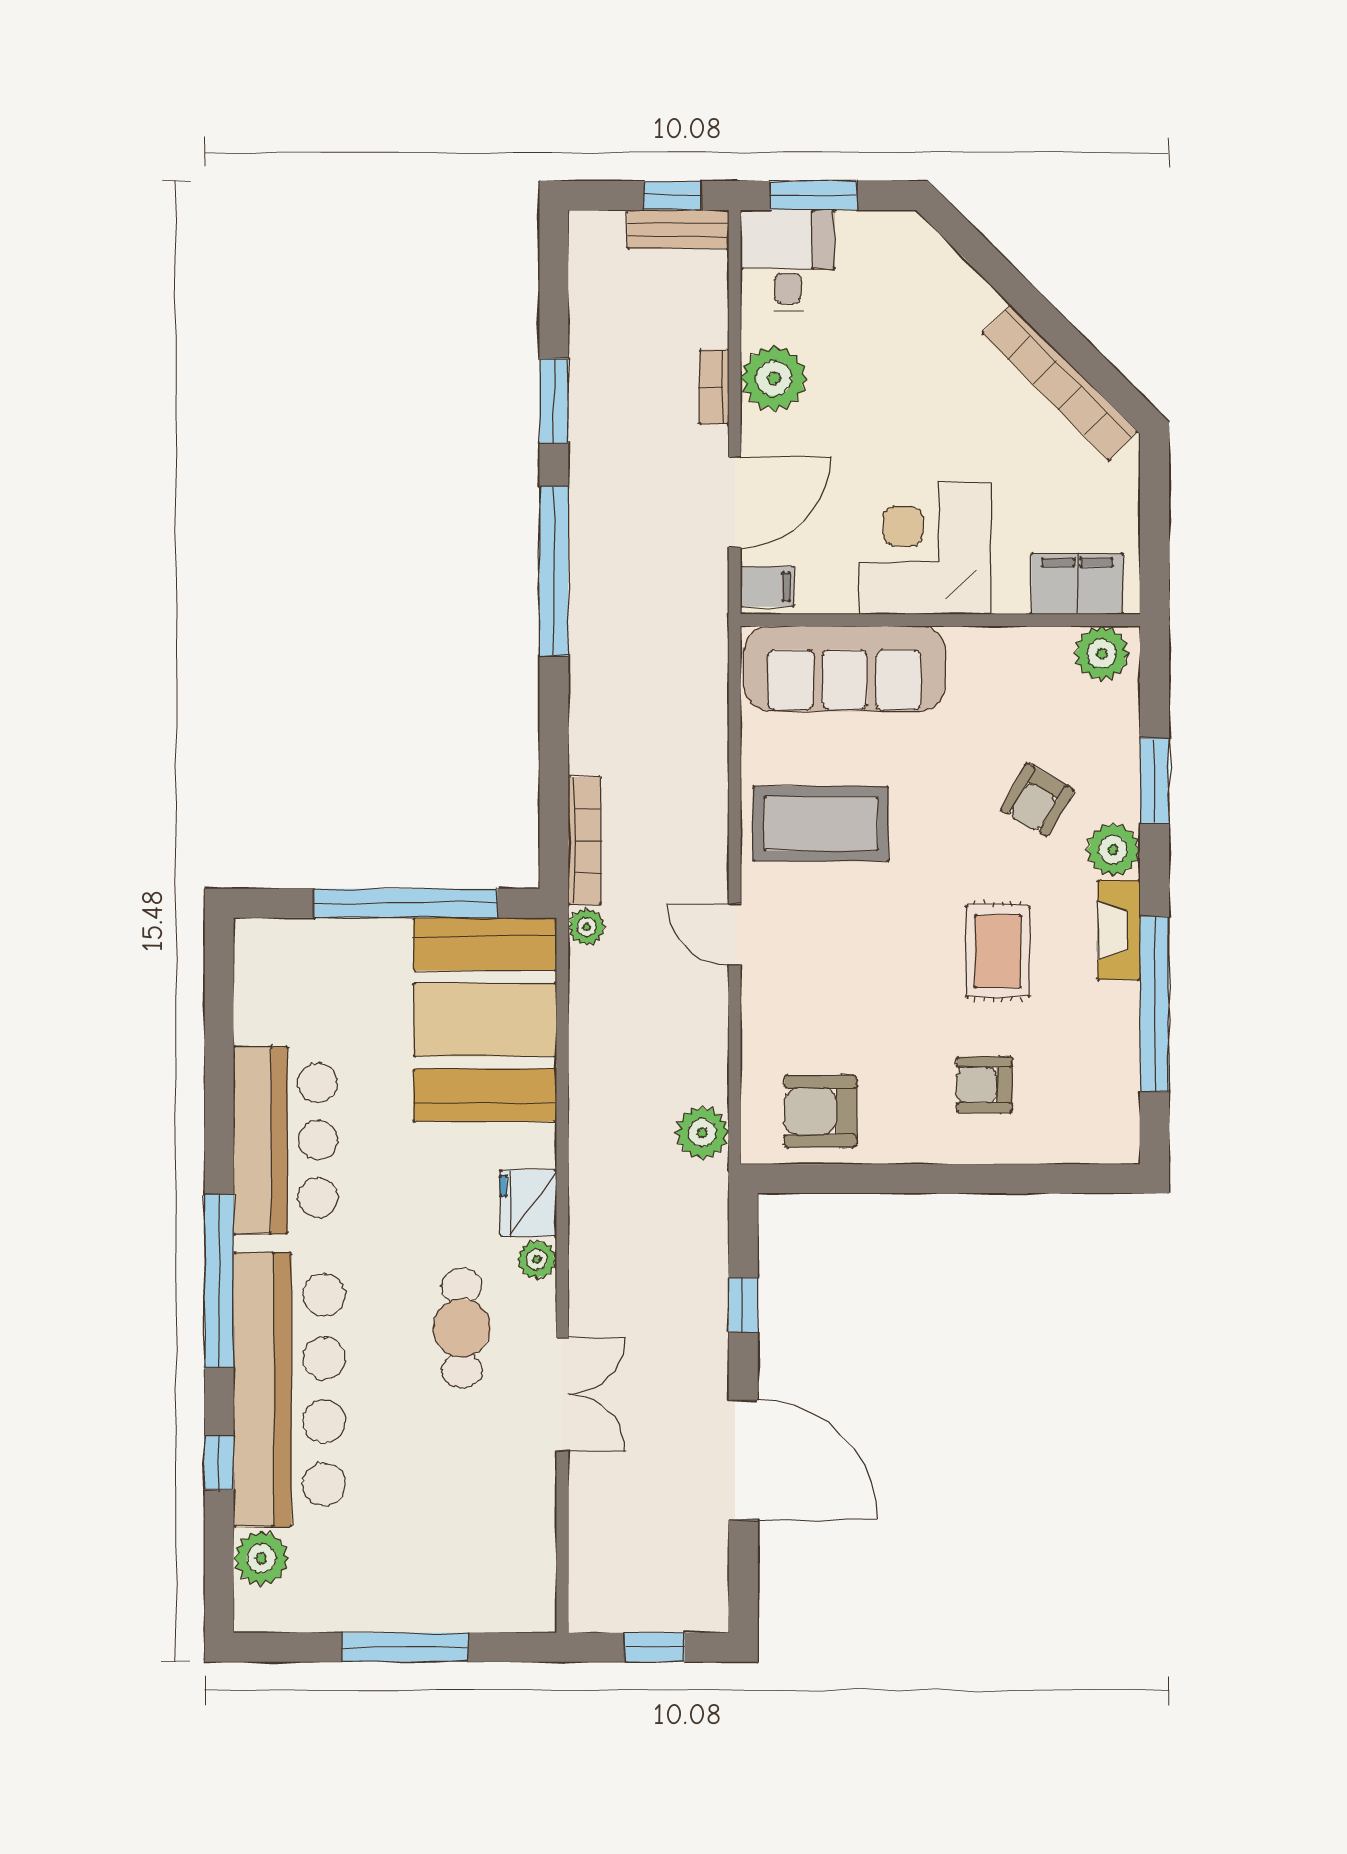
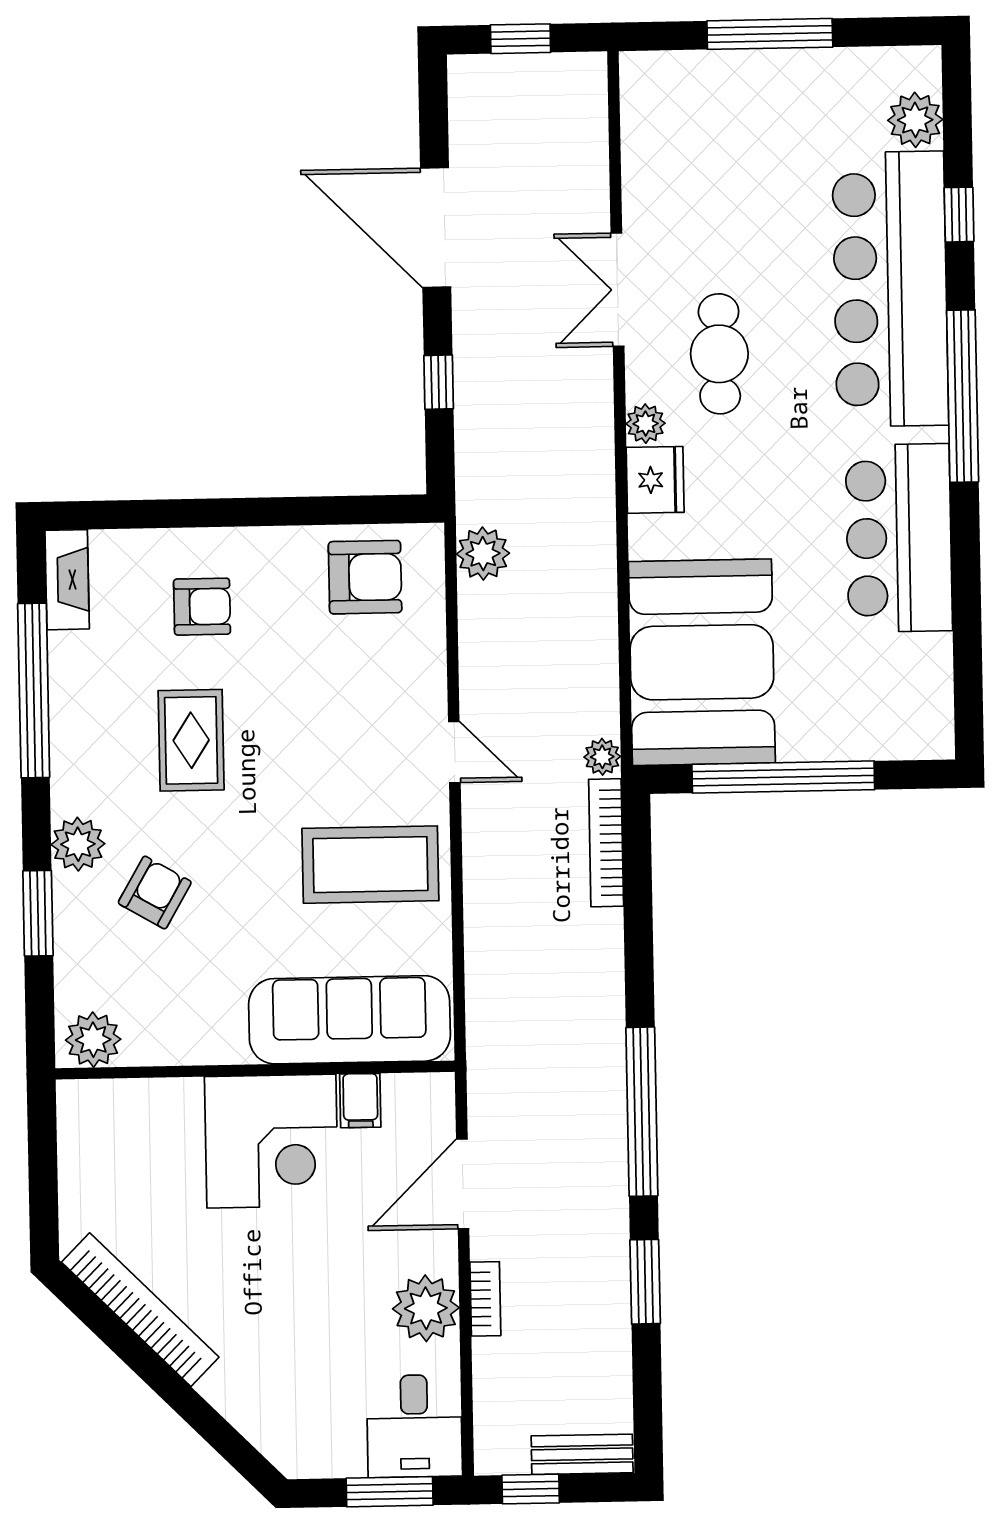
bench: (678, 229) -> (582, 1454), moved
filing cabinet: (1077, 584) -> (119, 1109), removed
filing cabinet: (767, 587) -> (360, 1101), moved, turned -90
fireplace: (1119, 930) -> (67, 580), moved

